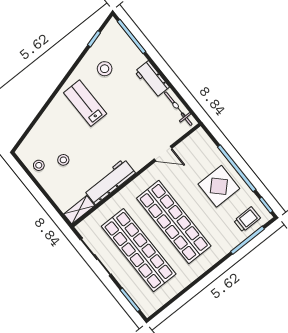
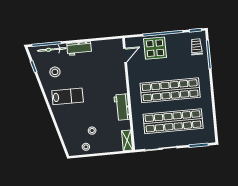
lab bench: (85, 103) -> (68, 96), turned 180
bicycle: (178, 109) -> (52, 49), moved
door: (163, 154) -> (125, 55), moved
workbench: (110, 182) -> (122, 107), width x0.73
display table: (219, 186) -> (155, 48), moved

